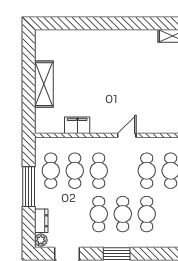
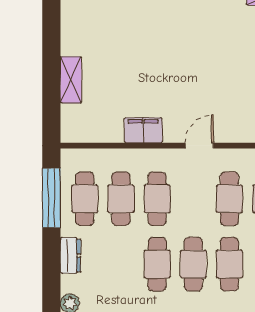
shelving: (44, 84) -> (71, 80), width x0.67, depth x0.75
filing cabinet: (77, 125) -> (143, 130), moved
window: (29, 187) -> (51, 198), moved
dresser: (41, 221) -> (71, 255), moved

